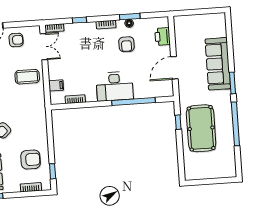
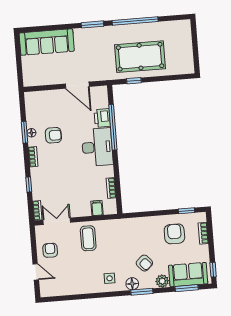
printer: (163, 37) -> (102, 118), moved, turned 90
sofa: (218, 64) -> (47, 42), moved

